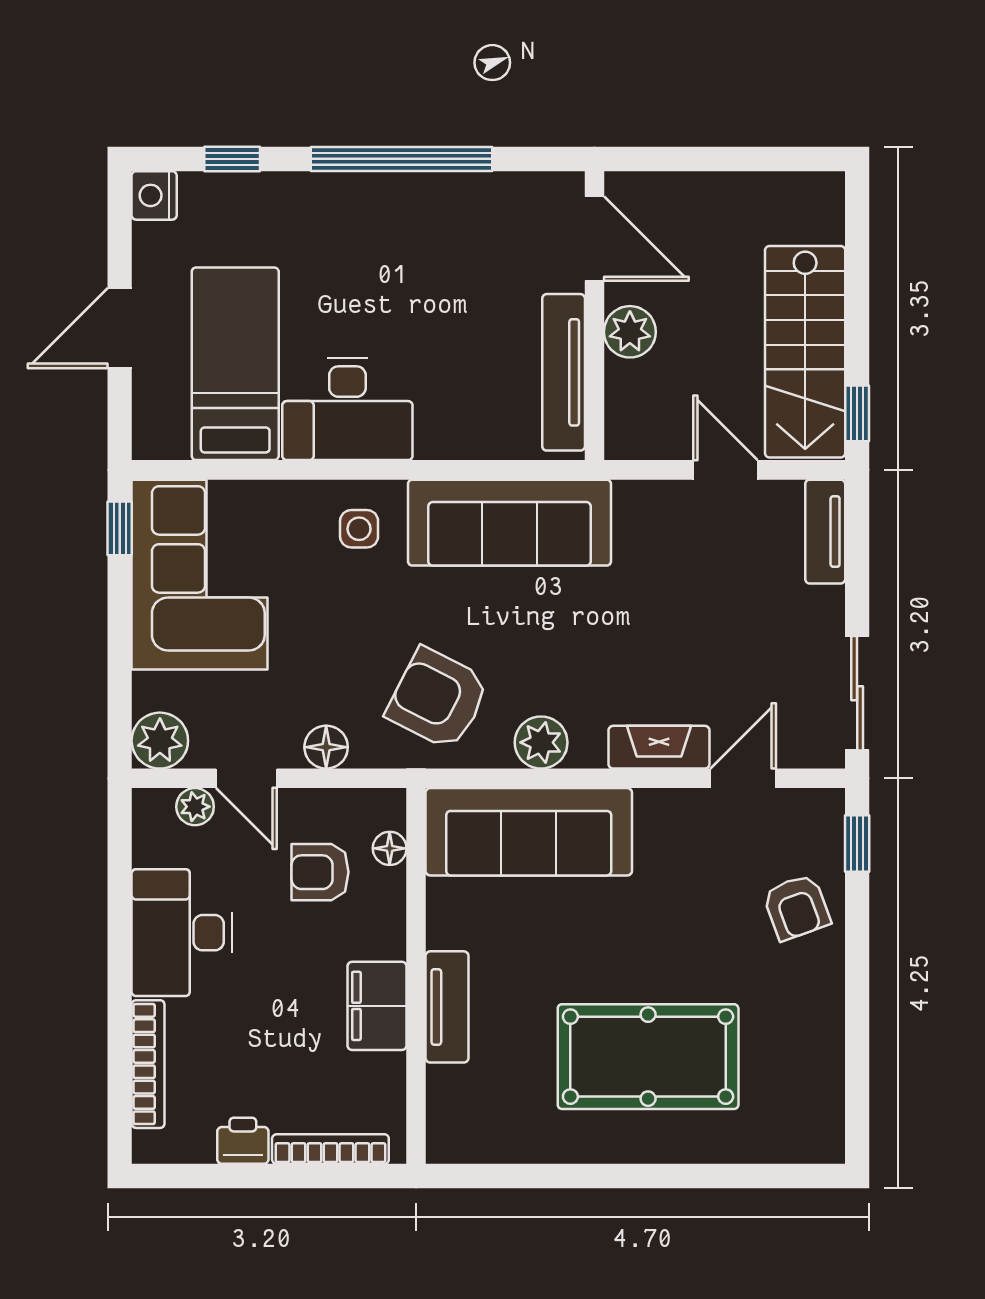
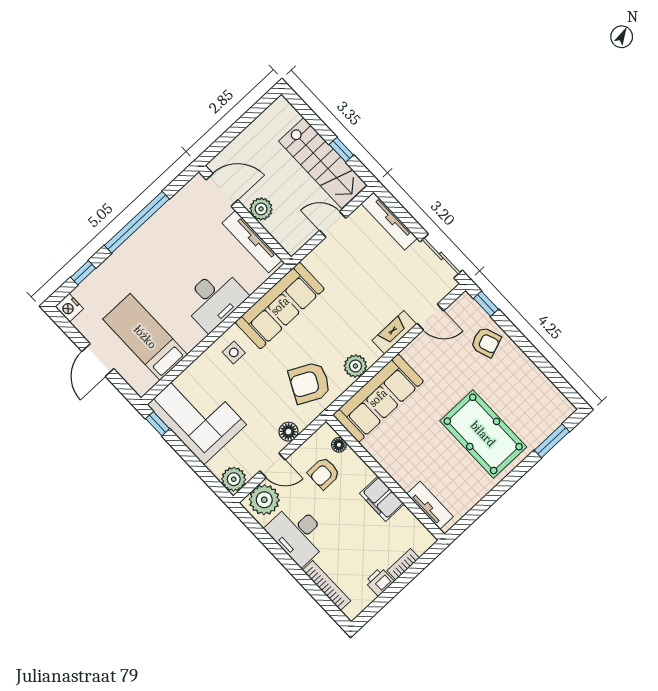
desk: (347, 409) -> (214, 299), moved
window: (857, 413) -> (341, 150), moved
tv unit: (825, 532) -> (389, 221), width x1.41
door: (743, 778) -> (430, 317), swing flipped
plant: (195, 807) -> (264, 500), width x1.87, depth x1.87
tv unit: (447, 1007) -> (430, 505), moved
pool table: (648, 1057) -> (483, 434), turned 90
bookcase: (330, 1149) -> (403, 564), width x0.64
window: (752, 1176) -> (552, 441), added

